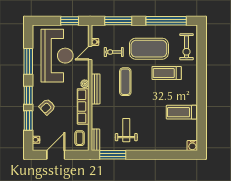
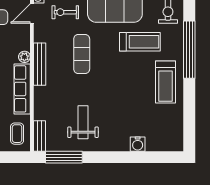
treadmill: (167, 73) -> (140, 42), turned 180
window: (202, 79) -> (189, 50), added
treadmill: (181, 112) -> (166, 82), moved, turned -90
water cooler: (192, 146) -> (138, 144), moved

